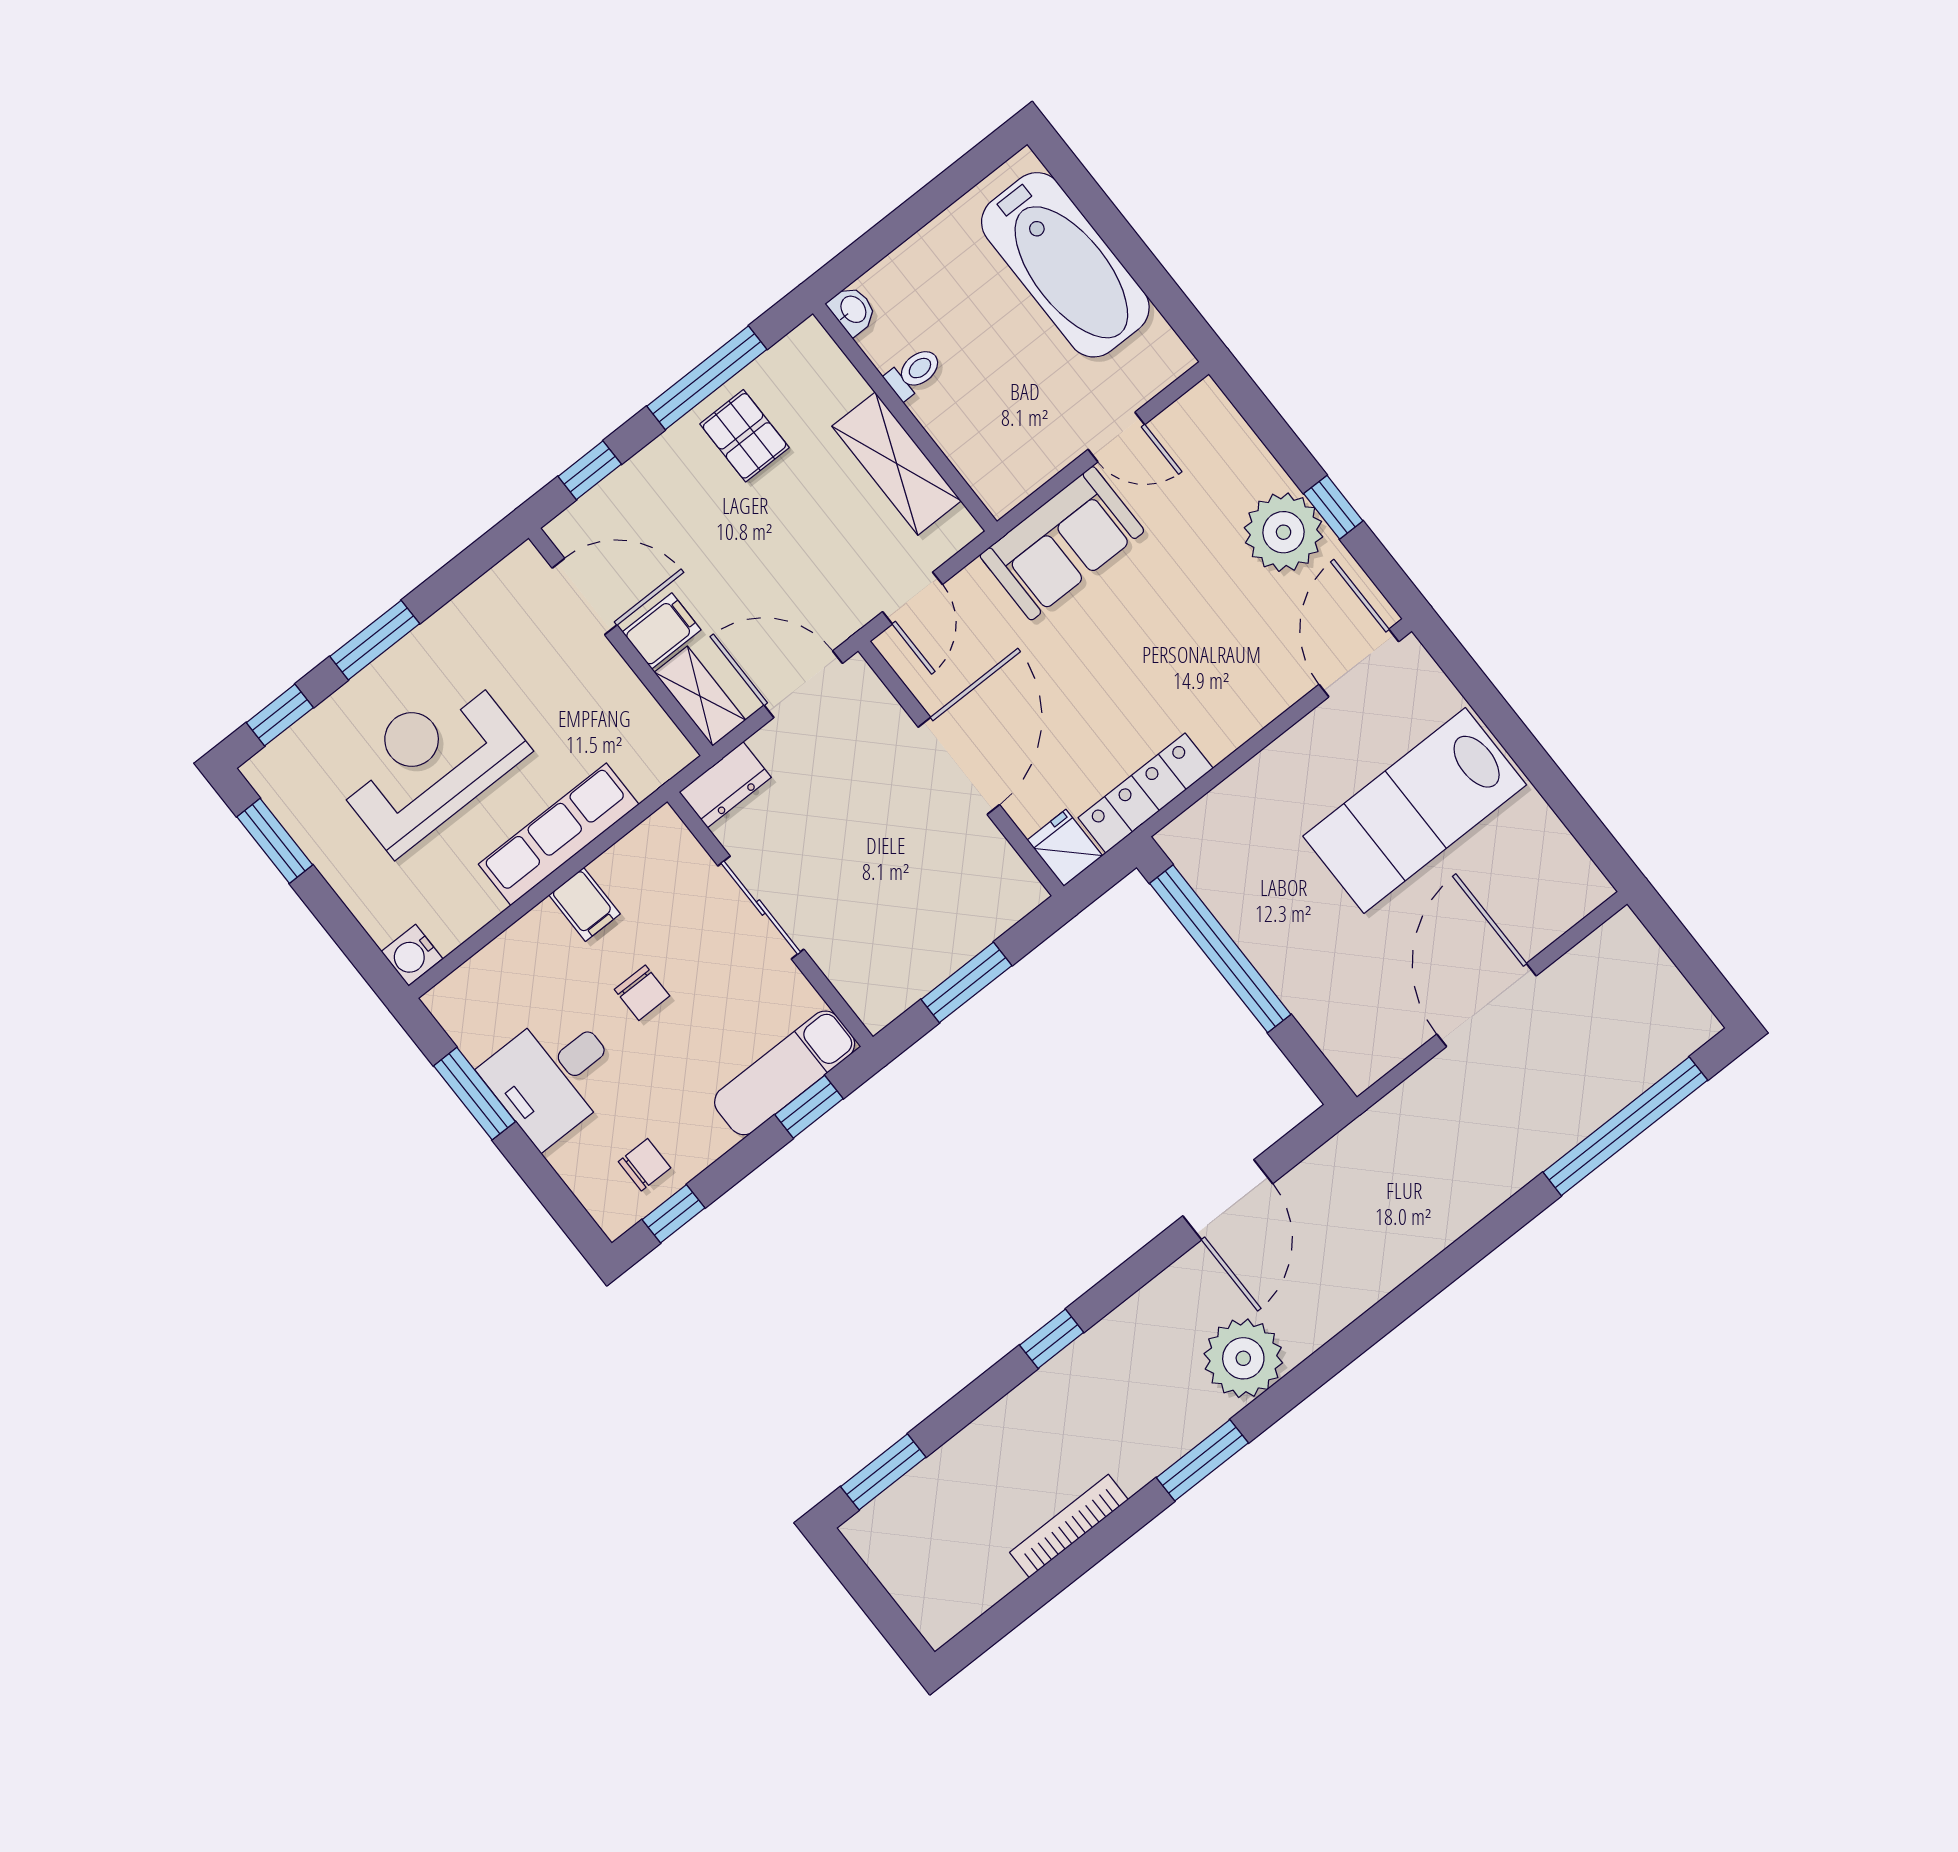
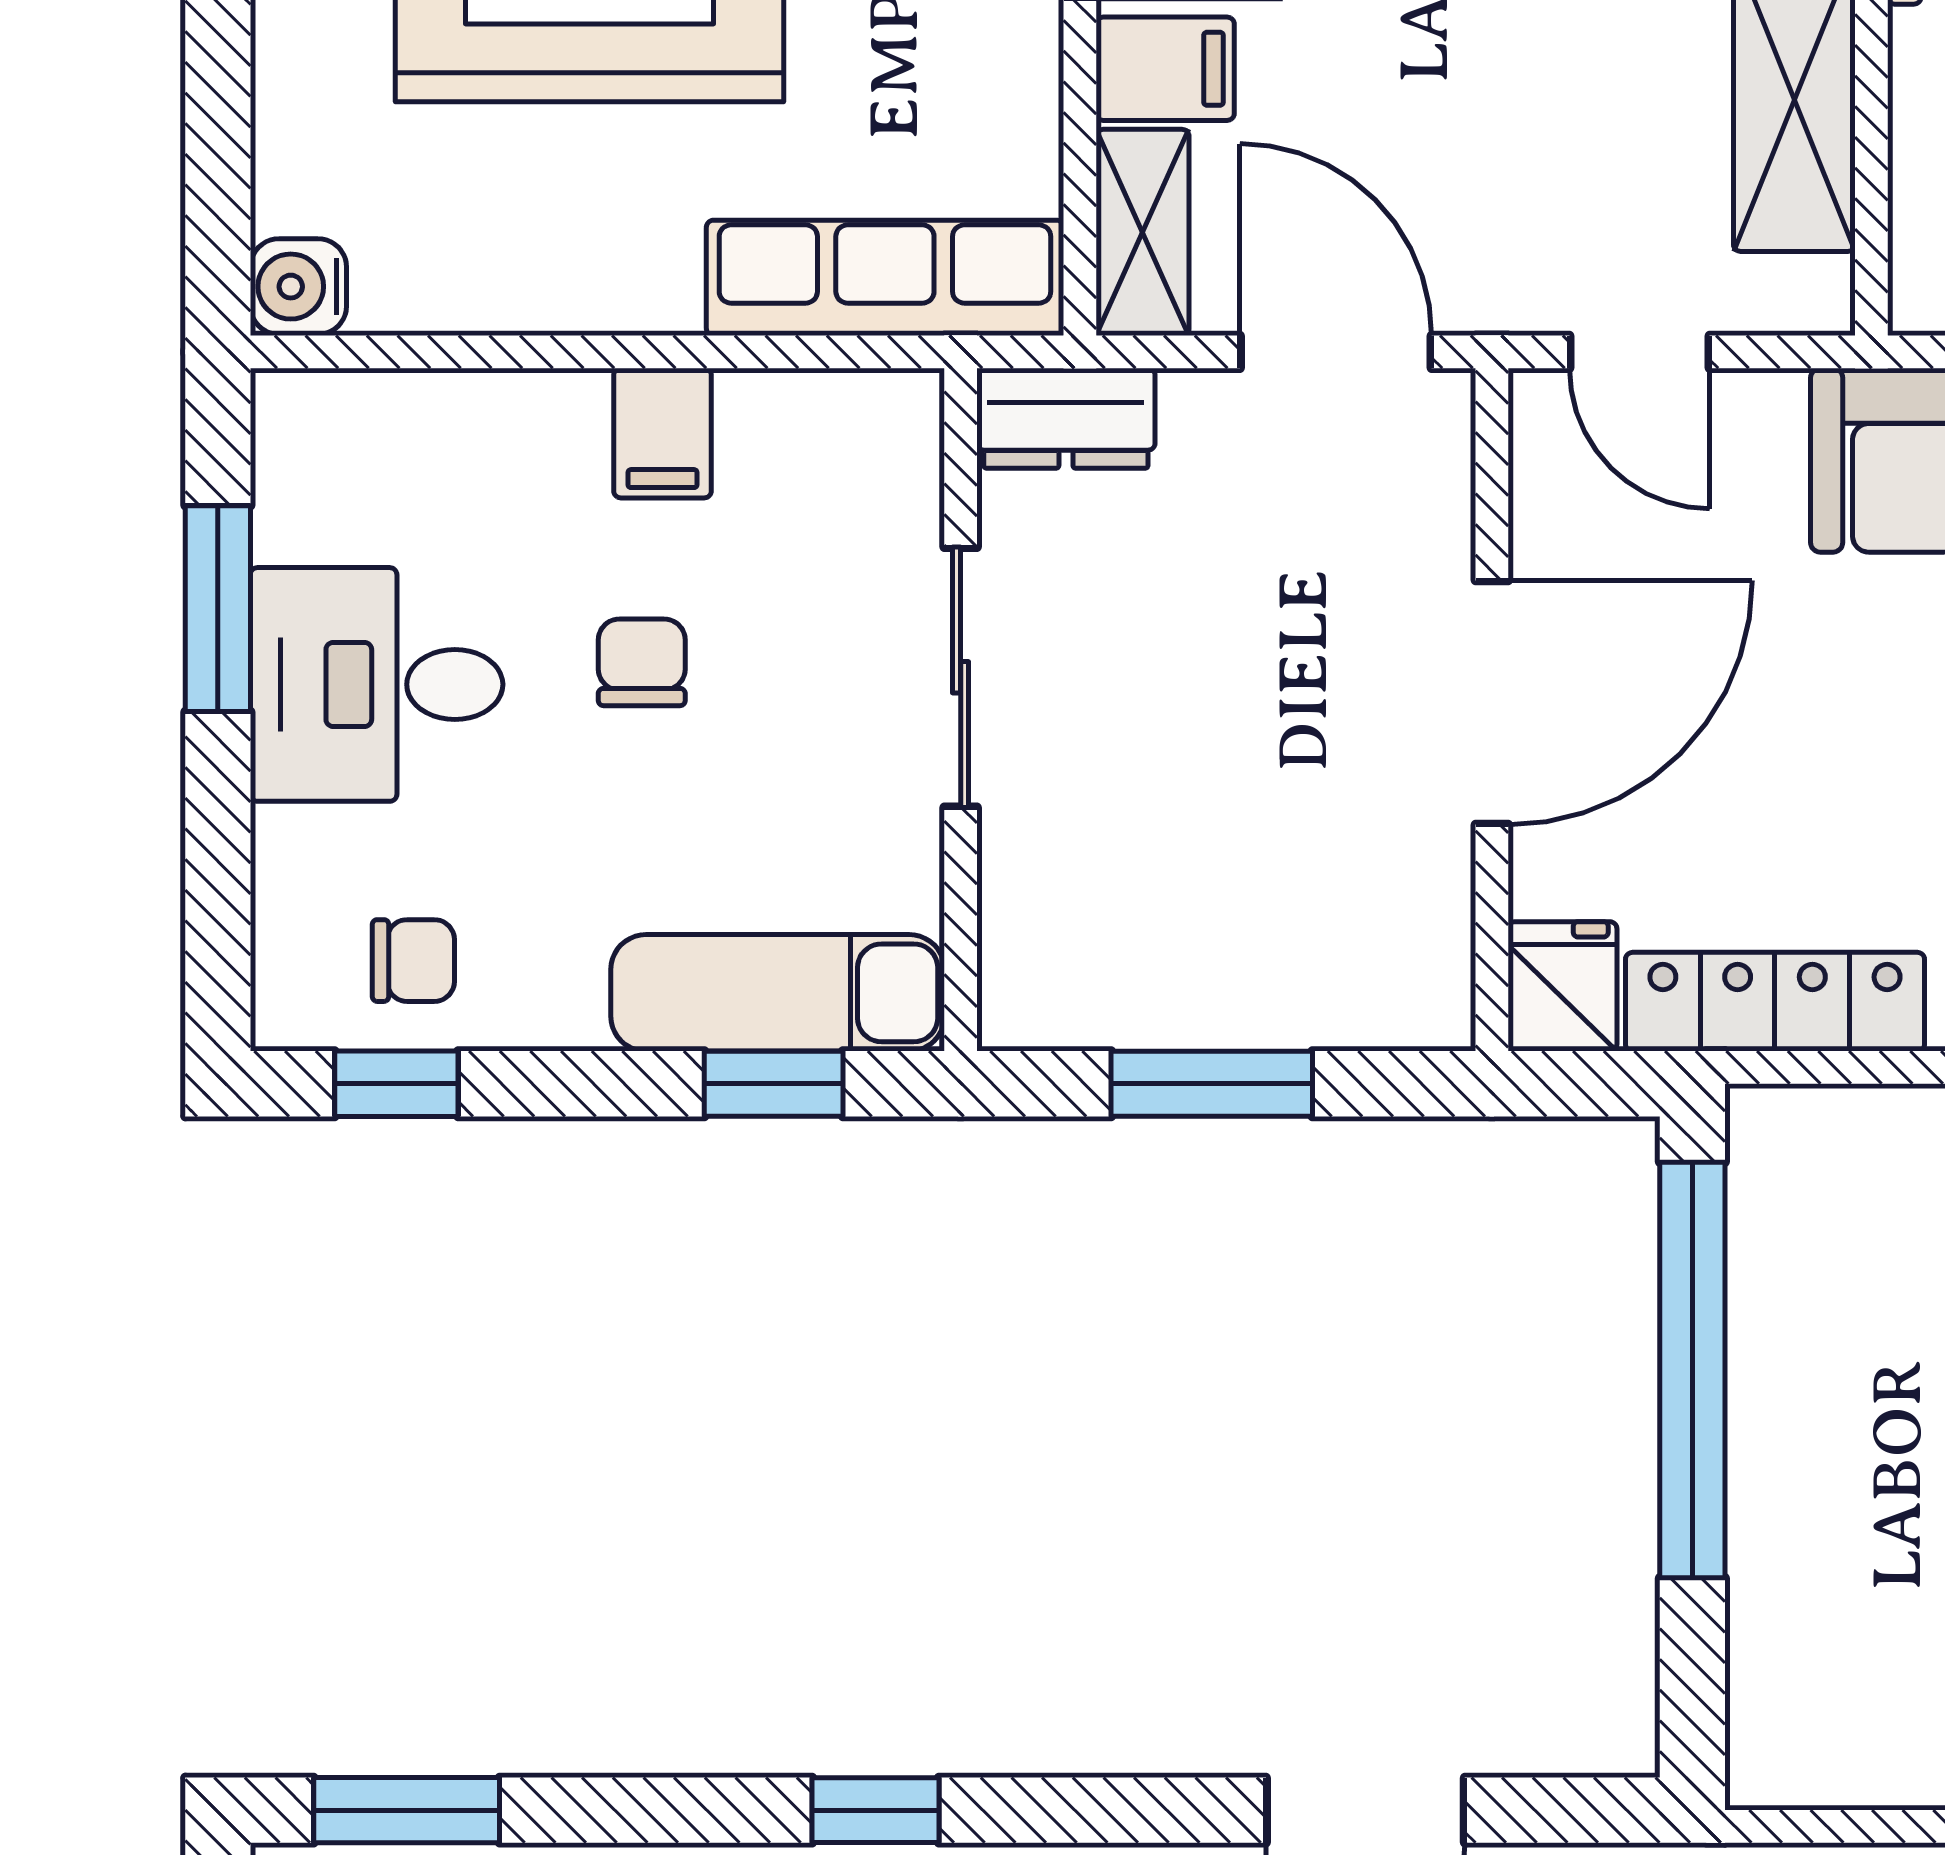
door: (912, 598) -> (1640, 352), hinge flipped
row of seats: (559, 834) -> (885, 278), moved
chair: (642, 993) -> (642, 662), turned 180

